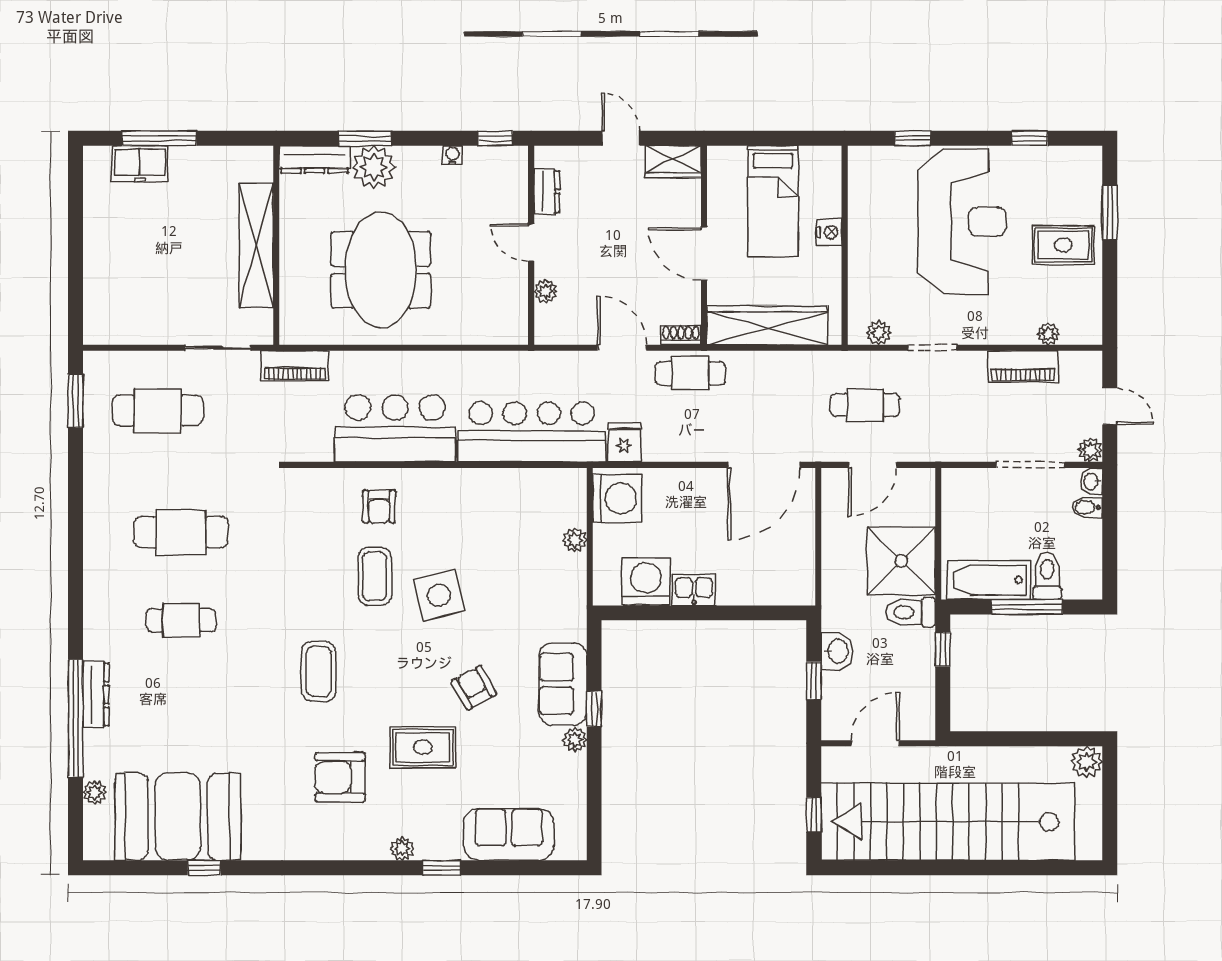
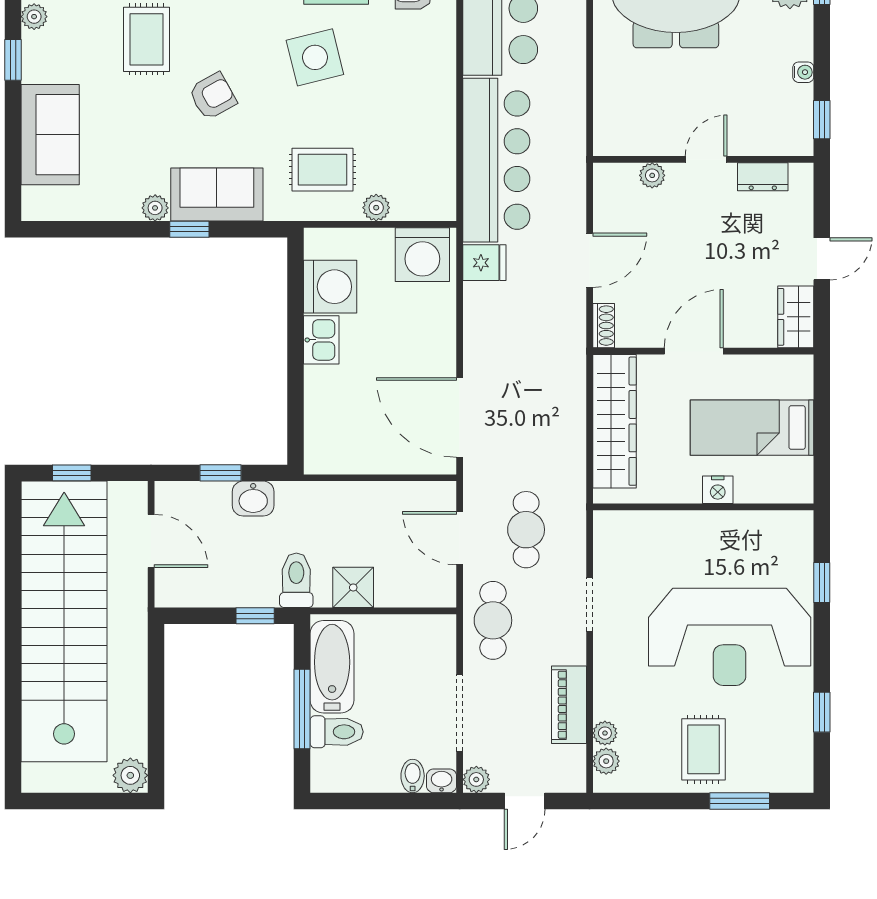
plant: (879, 333) -> (606, 761), moved
cafe table: (690, 373) -> (493, 620), moved
shower: (901, 561) -> (353, 587), width x0.54, depth x0.54
rug: (540, 589) -> (323, 170), added

